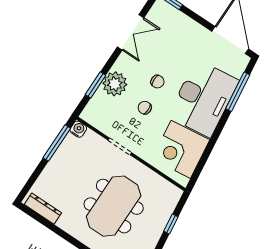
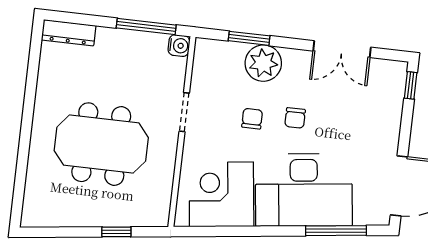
dresser: (43, 209) -> (69, 33), moved, turned 90

